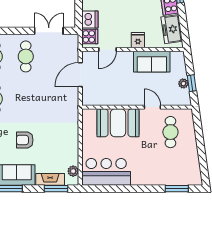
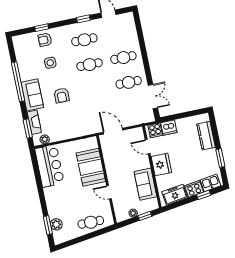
fridge: (138, 40) -> (161, 164), width x1.88, depth x1.34
door: (80, 75) -> (113, 131), moved
window: (192, 83) -> (145, 216), moved
door: (152, 107) -> (109, 192), swing flipped
cafe table: (170, 132) -> (91, 222), moved
armchair: (25, 140) -> (62, 95), turned 180
plant: (178, 178) -> (56, 224), added

